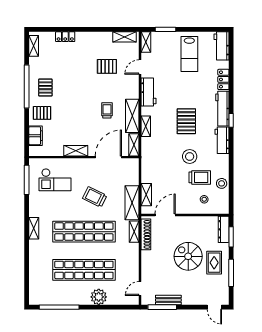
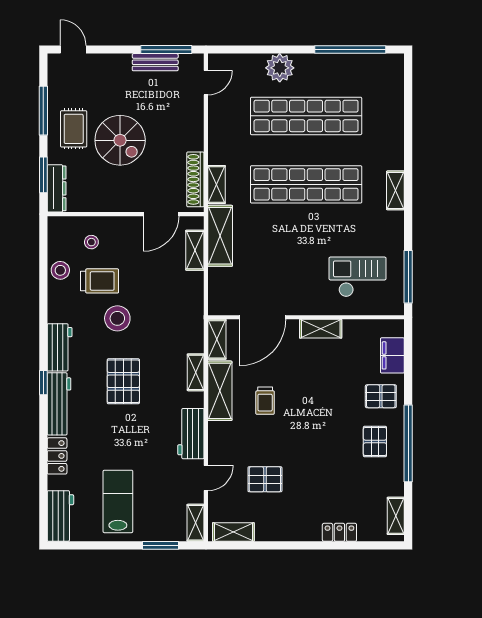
trolley: (200, 177) -> (100, 281), turned 180
trolley: (95, 197) -> (287, 246), removed

